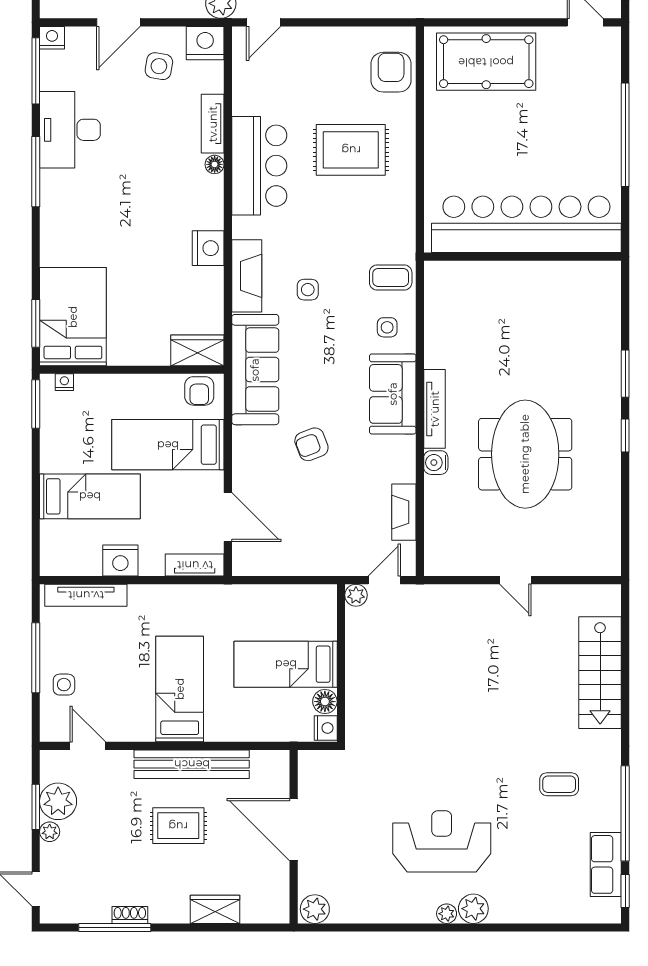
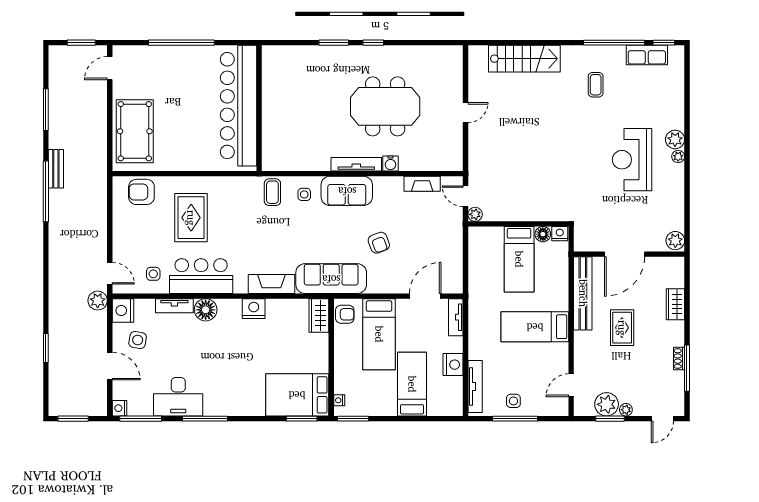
floor lamp: (215, 164) -> (206, 310), width x1.89, depth x1.89
side table: (308, 290) -> (153, 274), moved
side table: (64, 685) -> (513, 401), moved
bench: (192, 764) -> (583, 293), moved

